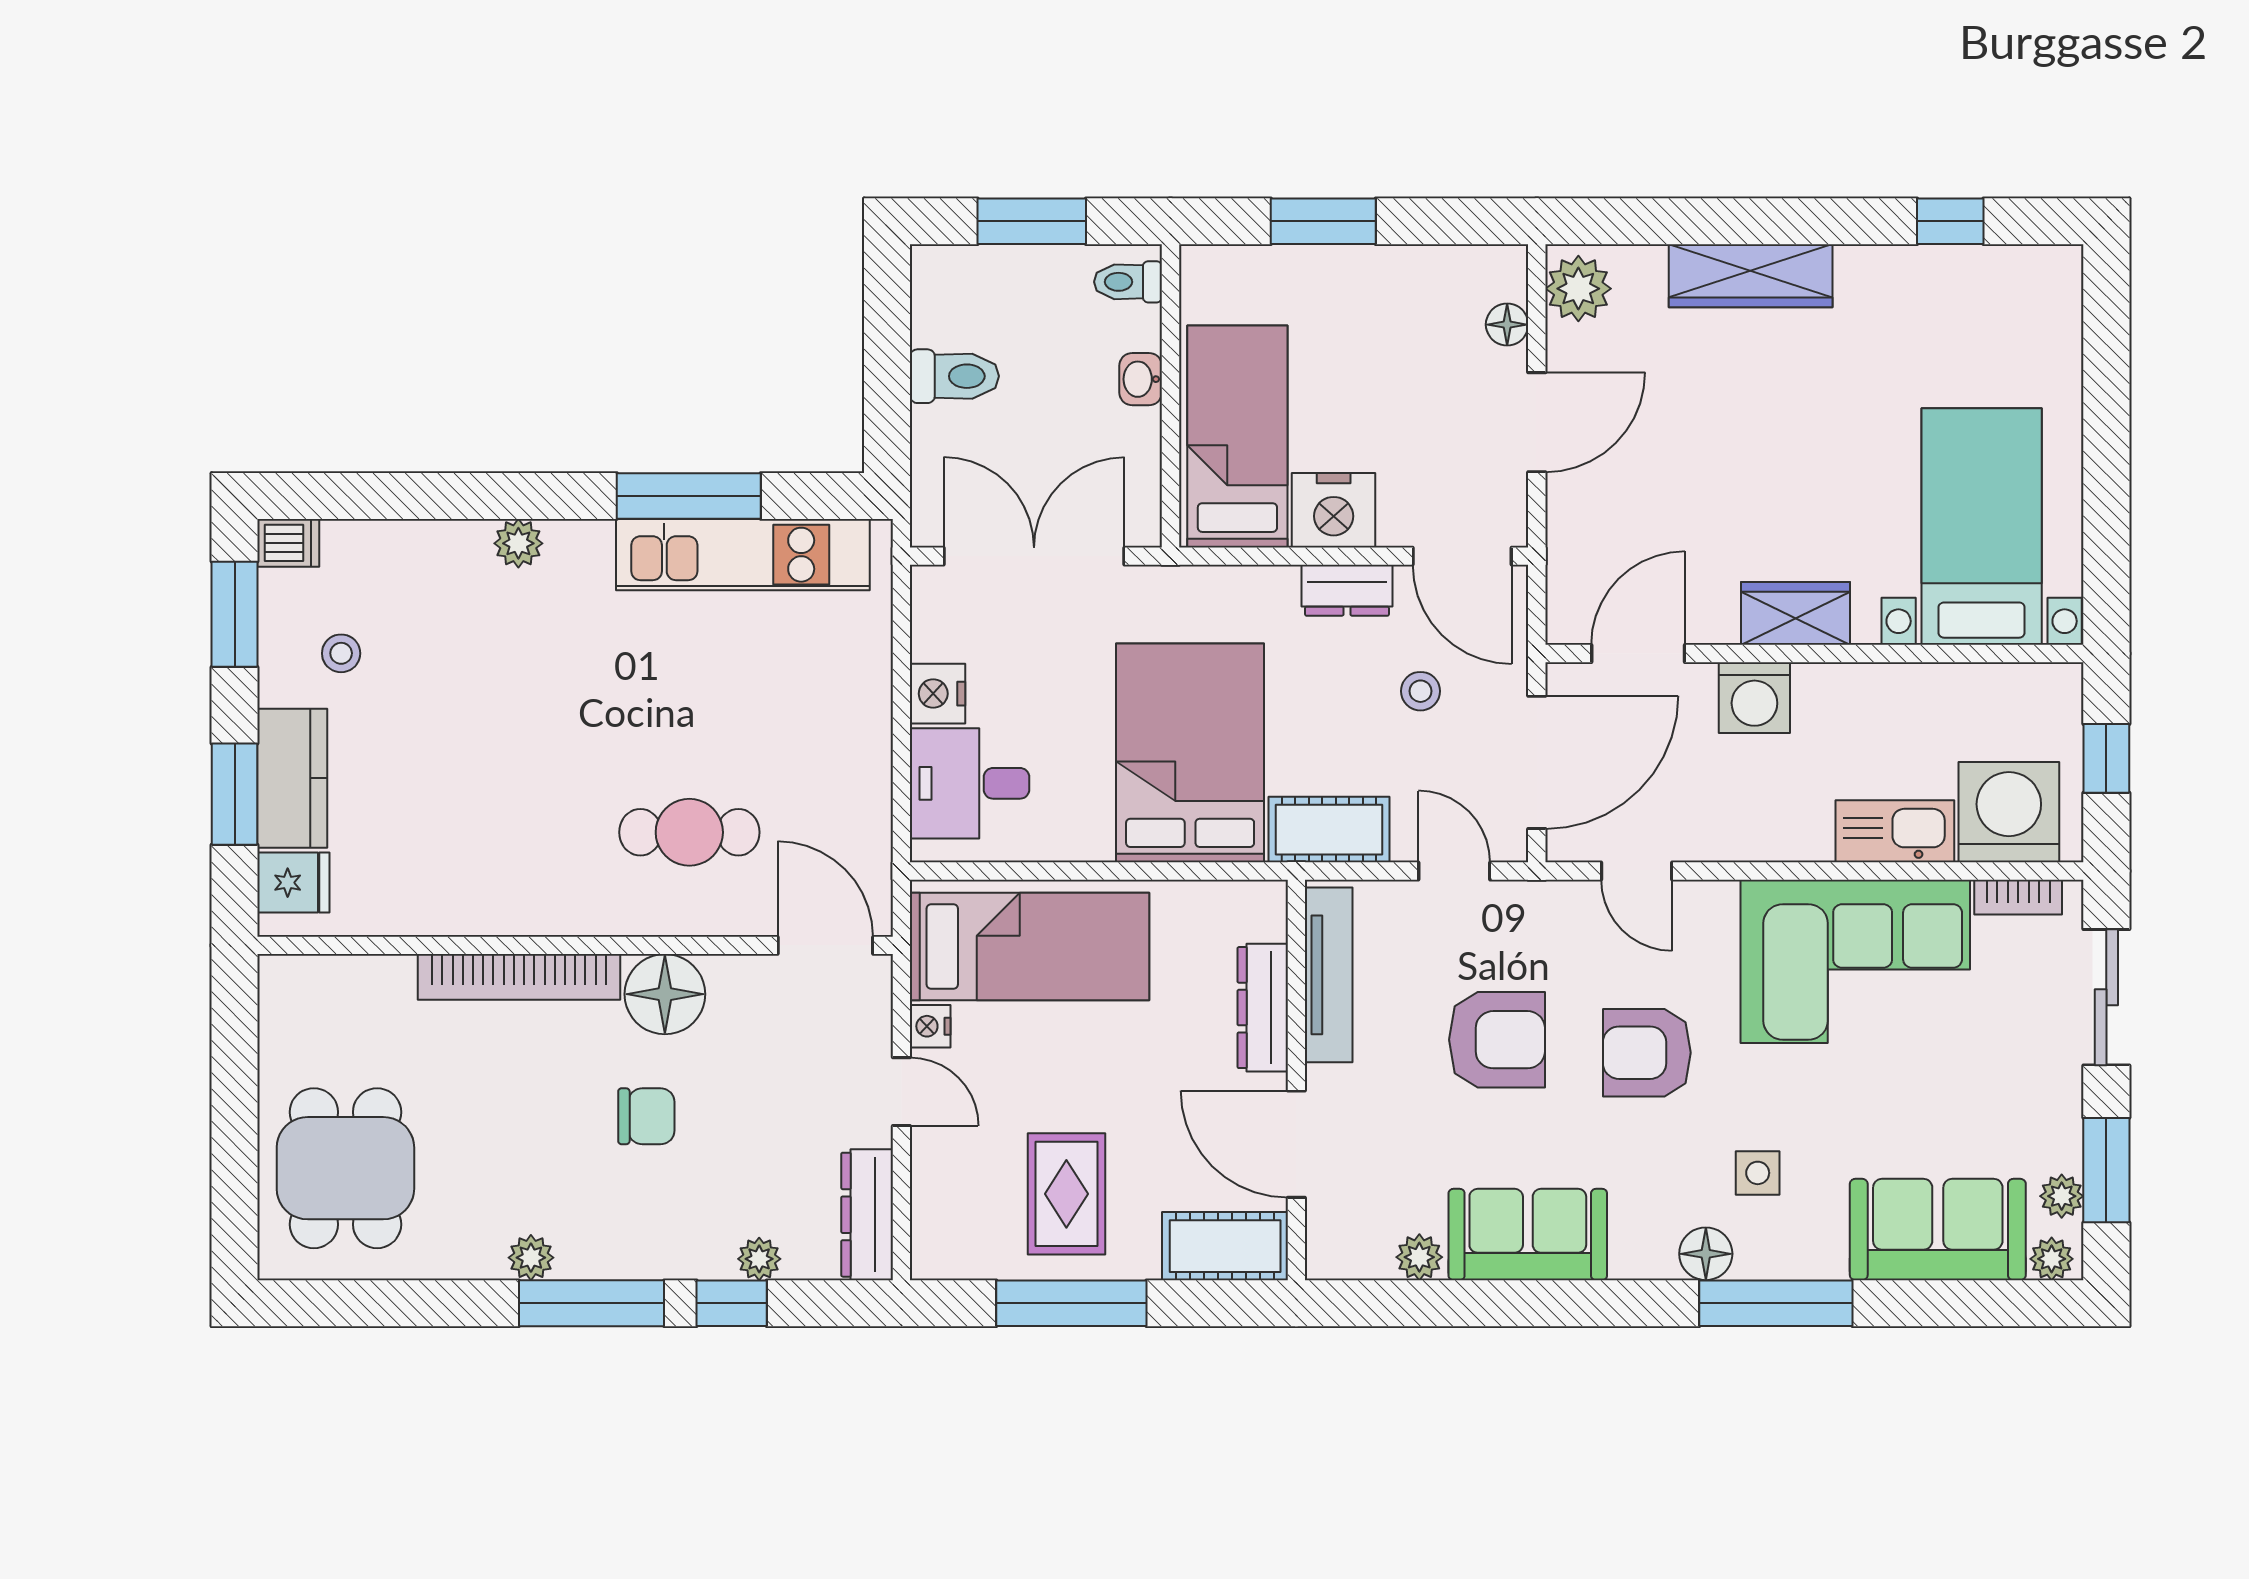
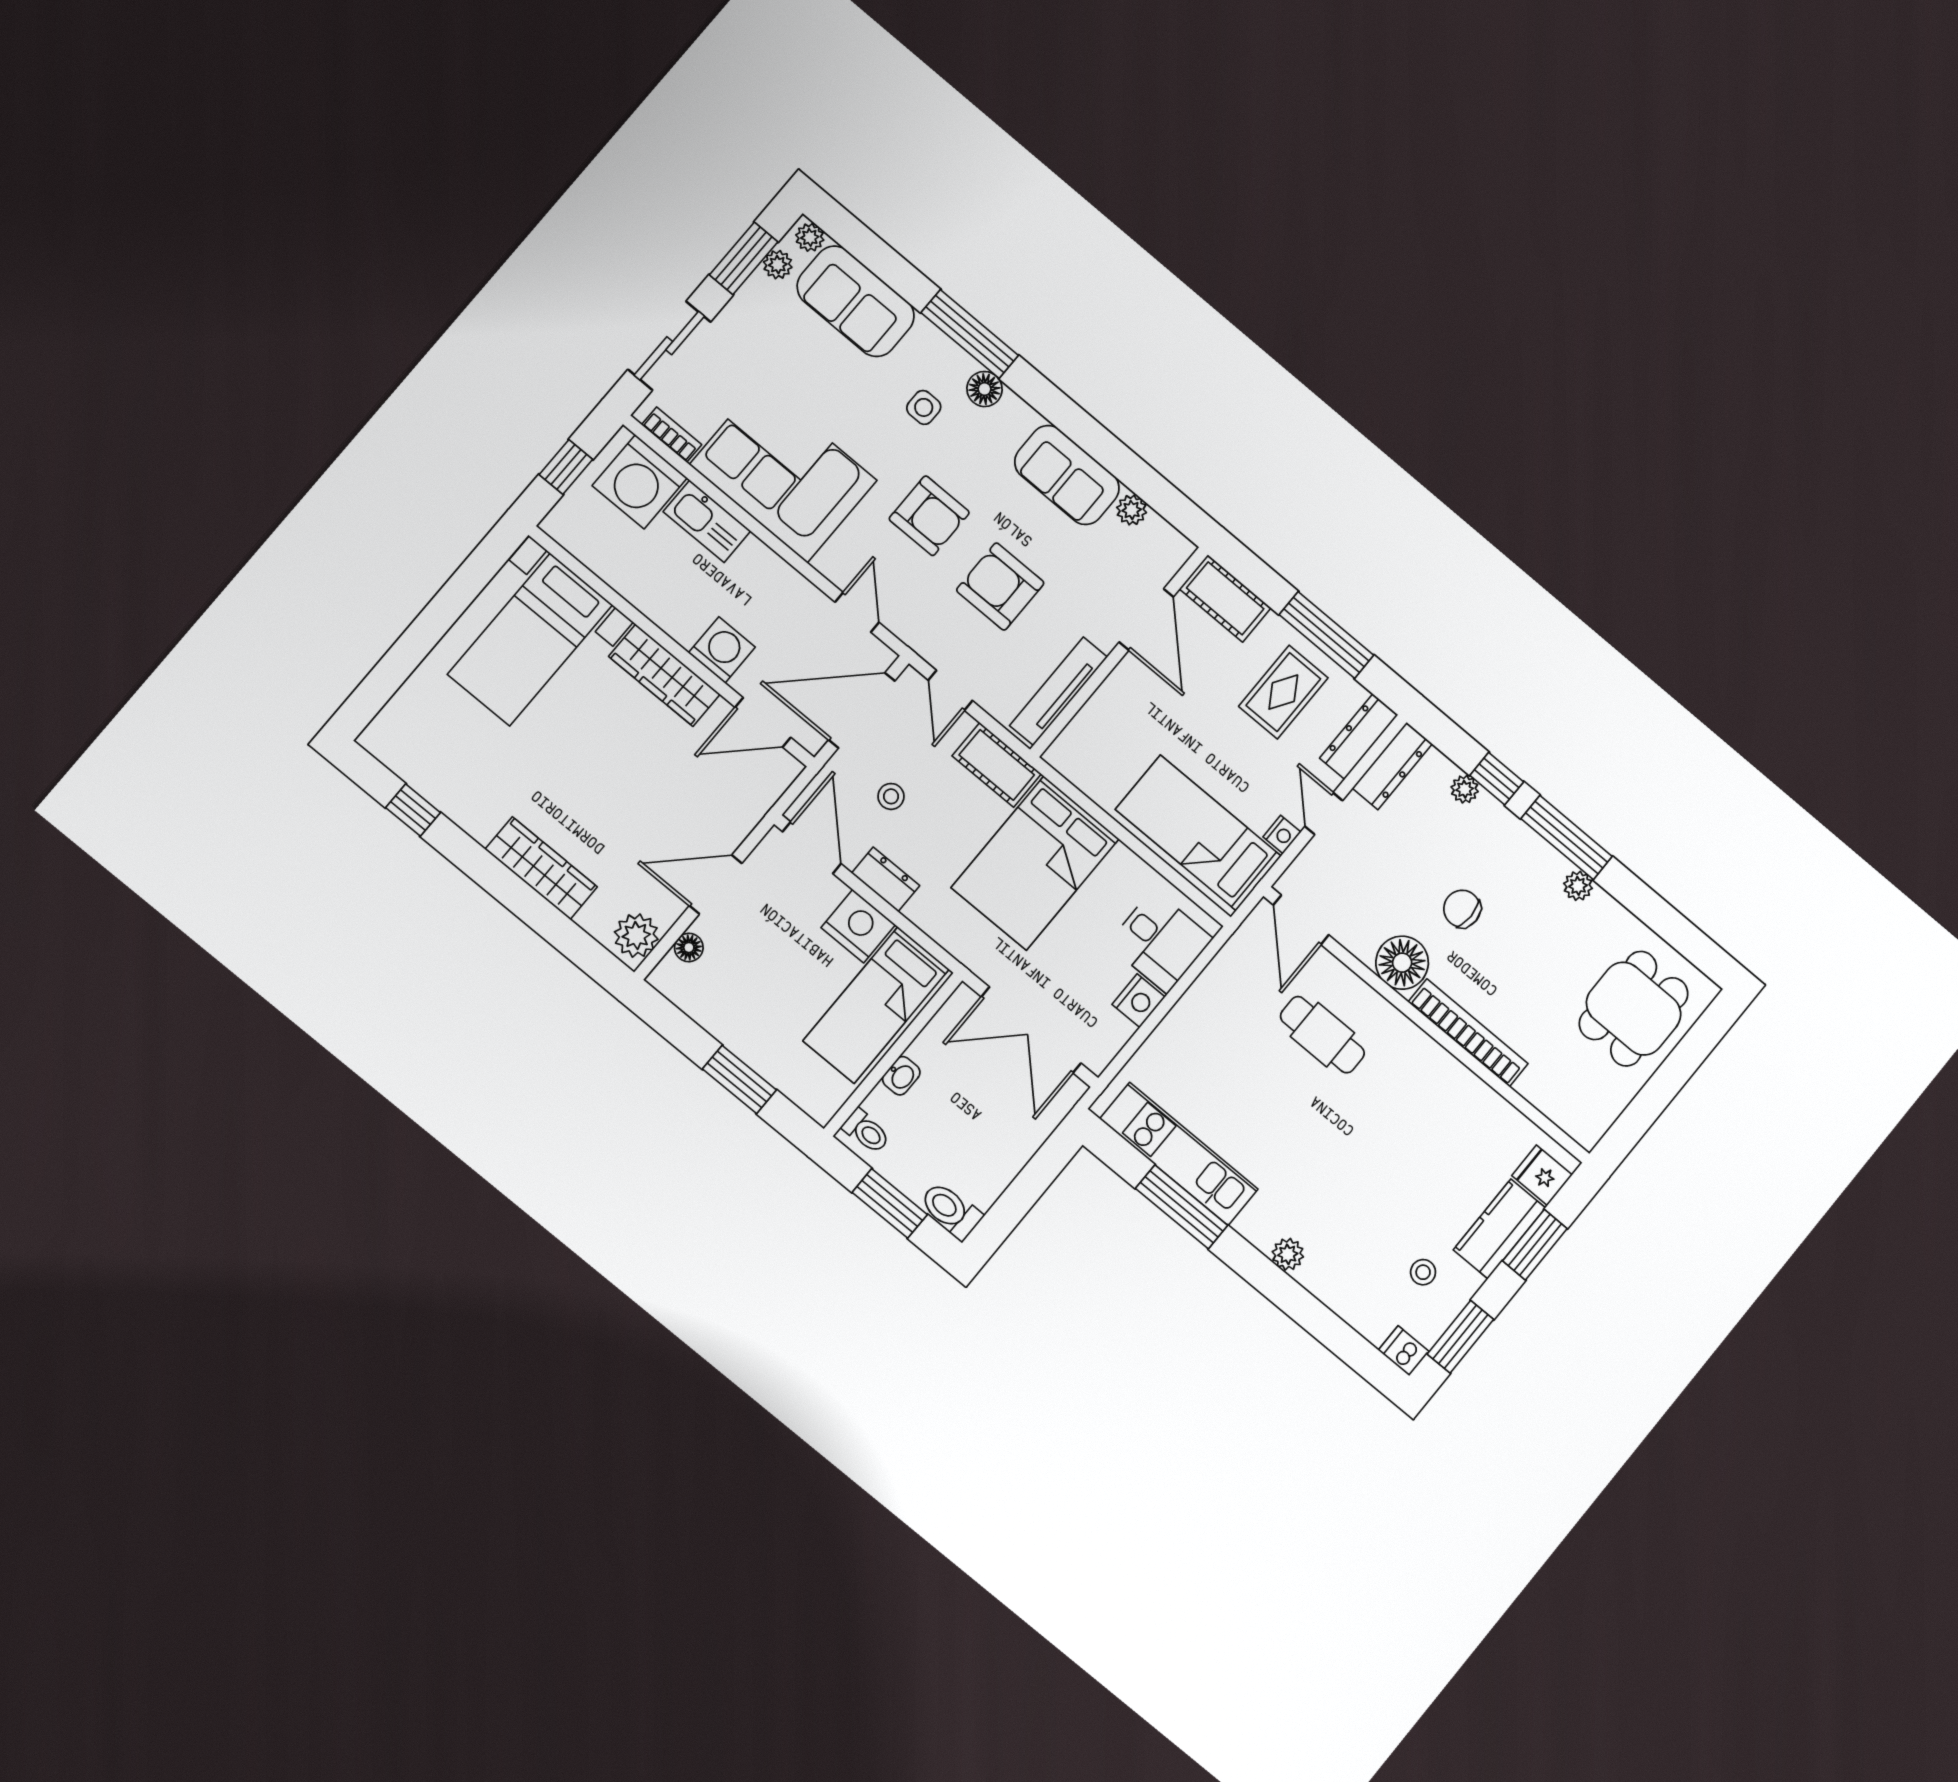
toilet: (954, 376) -> (951, 1210), moved
wardrobe: (1795, 613) -> (664, 675), width x1.50
dresser: (1263, 1008) -> (1359, 736), moved, turned 180

